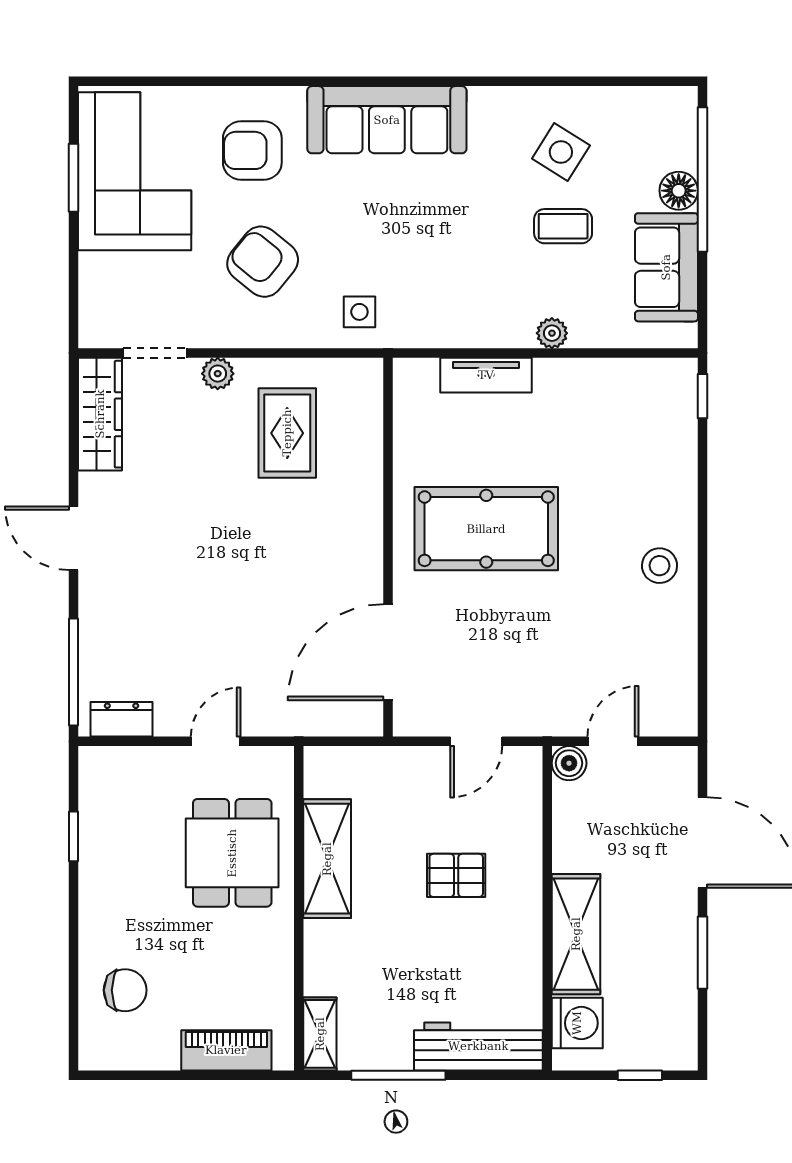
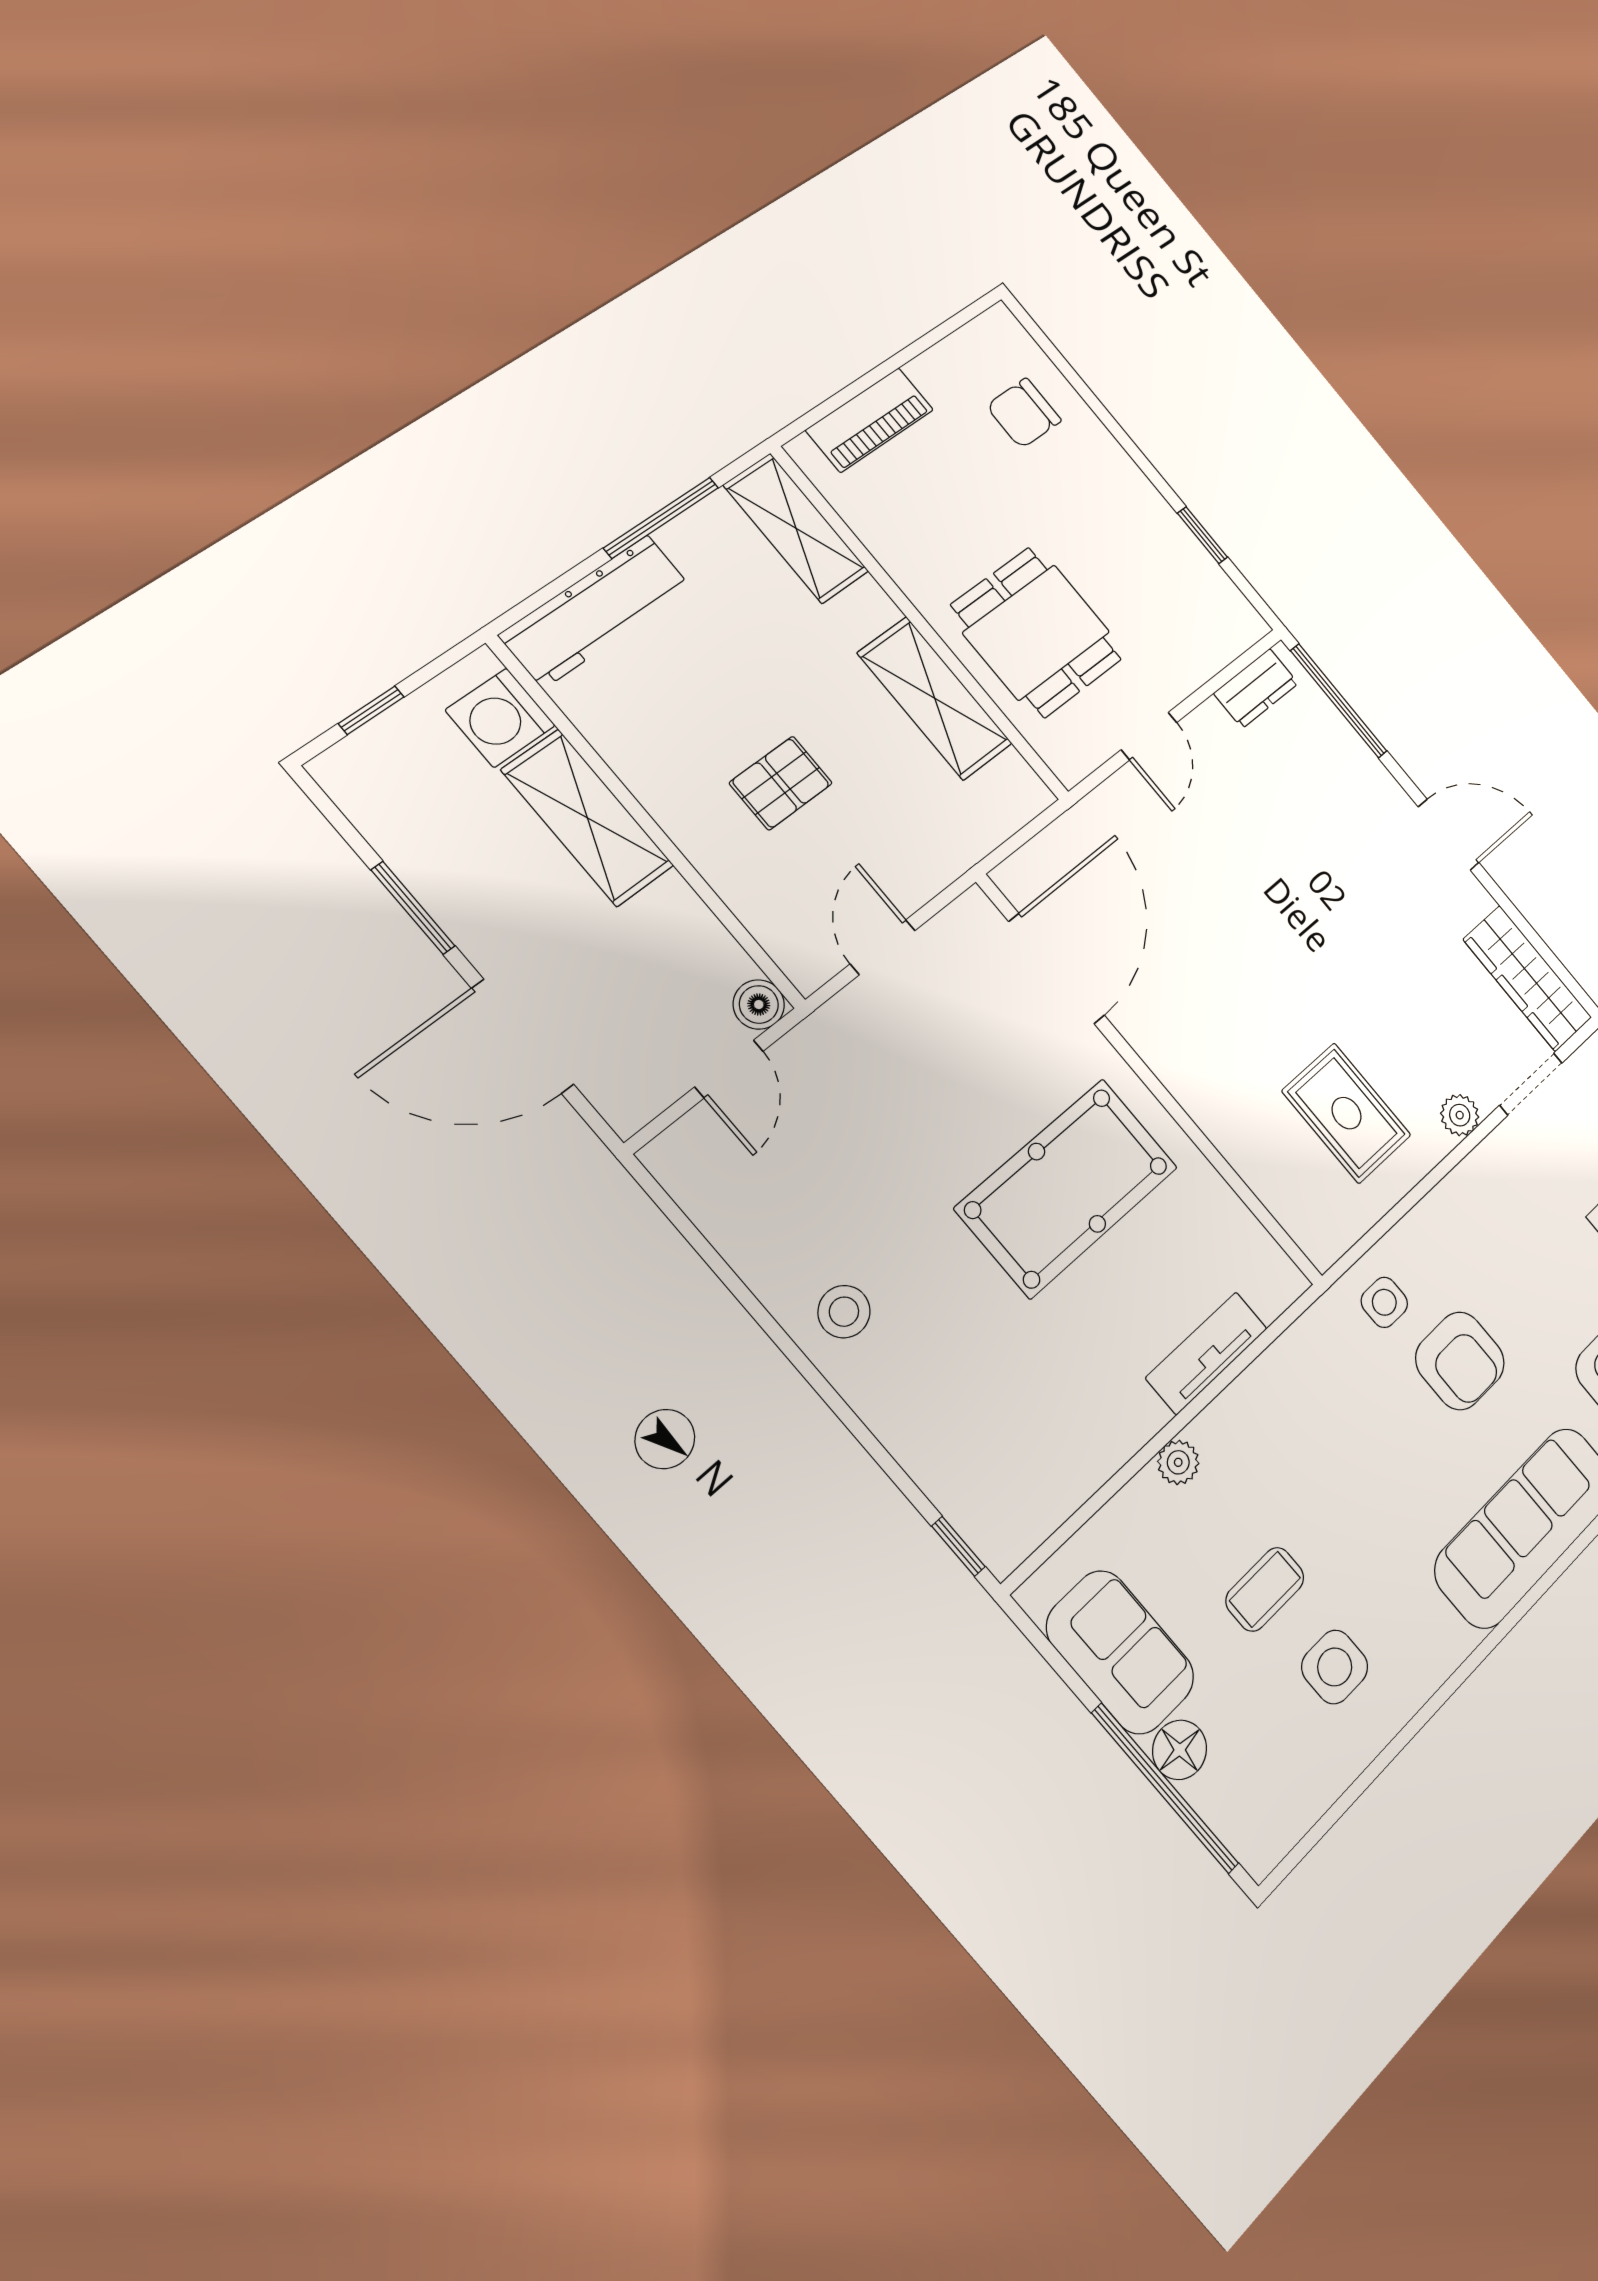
side table: (561, 152) -> (1335, 1667), turned -32
armchair: (263, 262) -> (1460, 1361), moved, turned 51
shelving: (320, 1034) -> (796, 528), width x1.50, depth x1.33

